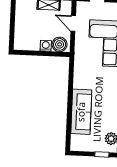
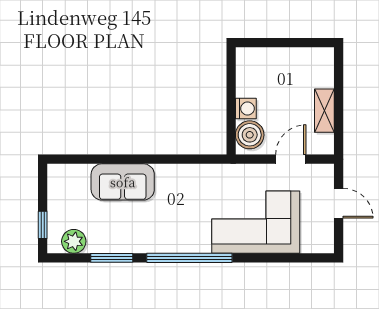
sofa: (81, 112) -> (123, 182), width x0.73

